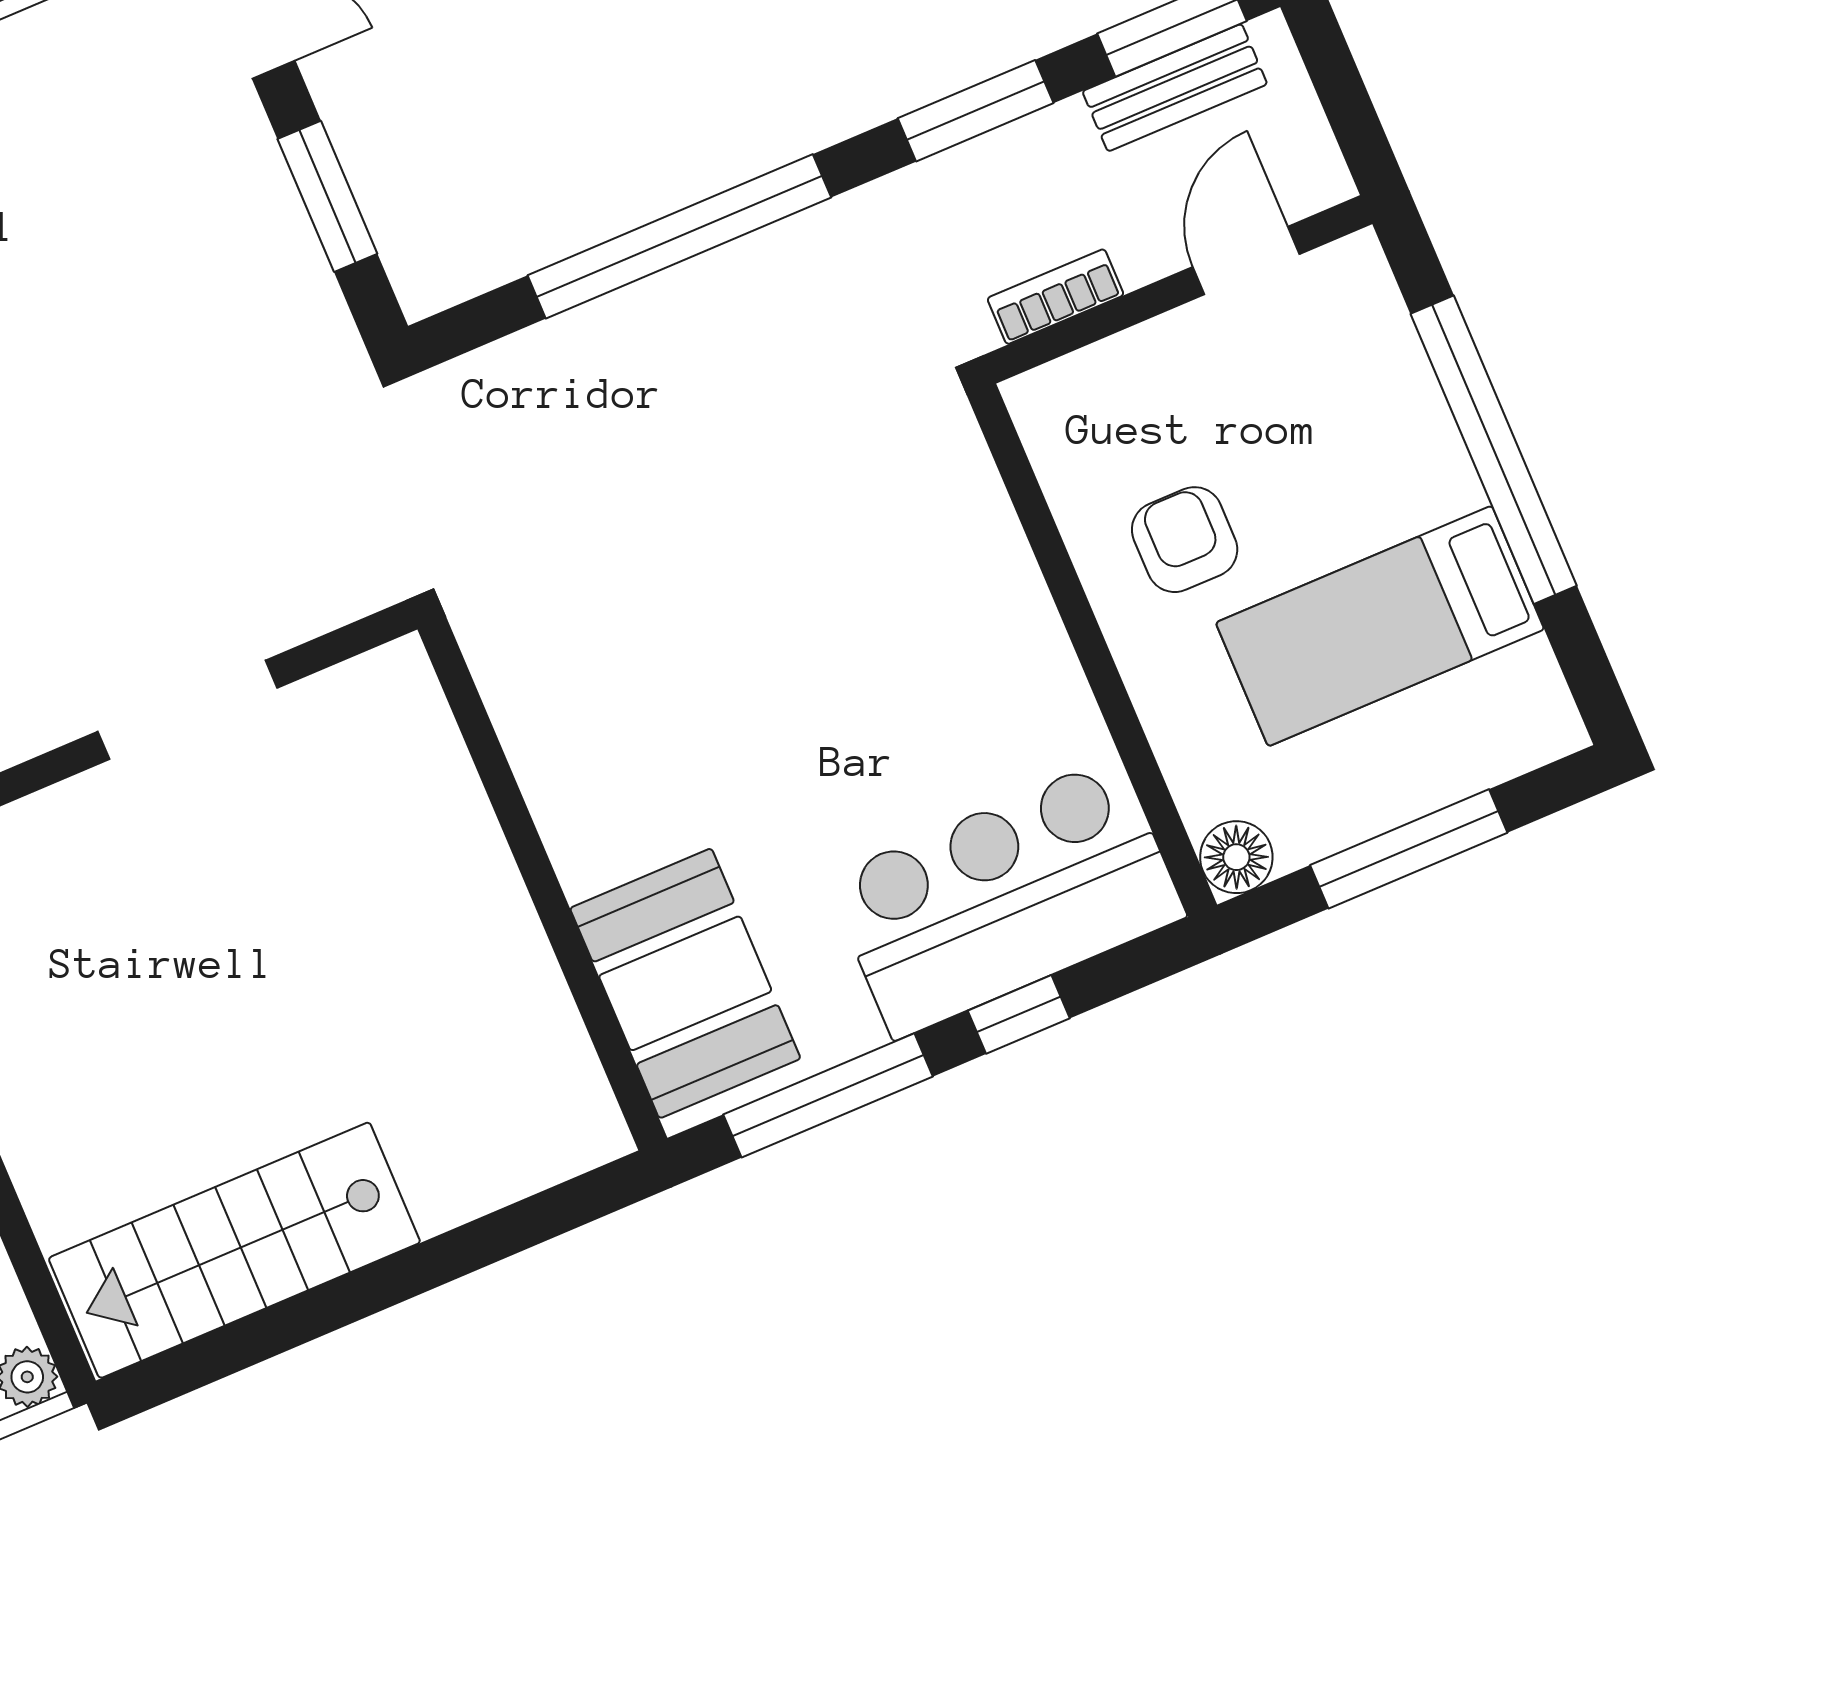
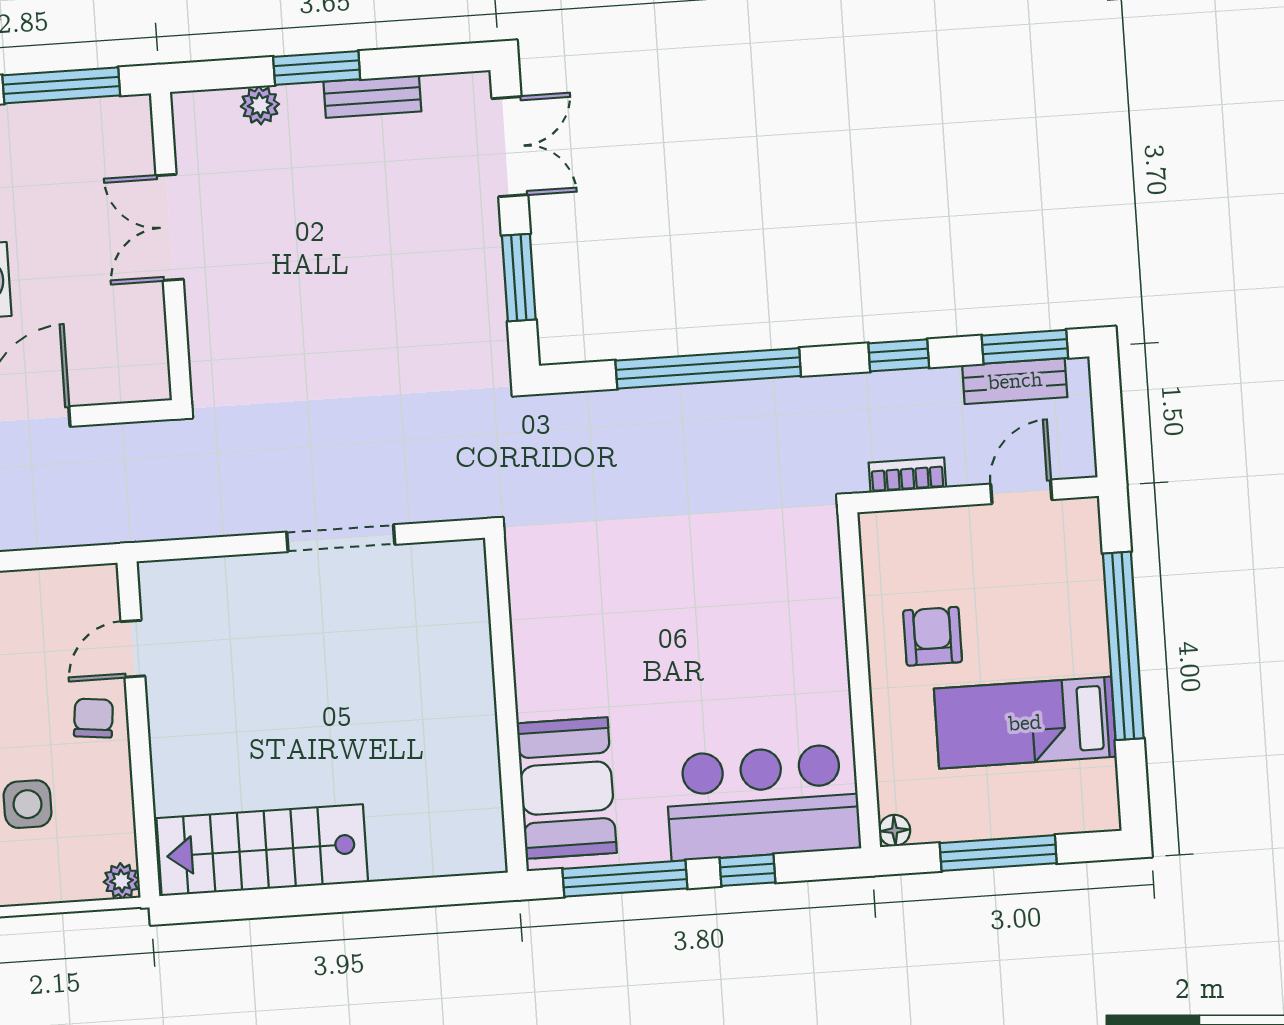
window: (976, 111) -> (899, 355), width x0.67
floor lamp: (1236, 857) -> (895, 830), width x0.73, depth x0.73

